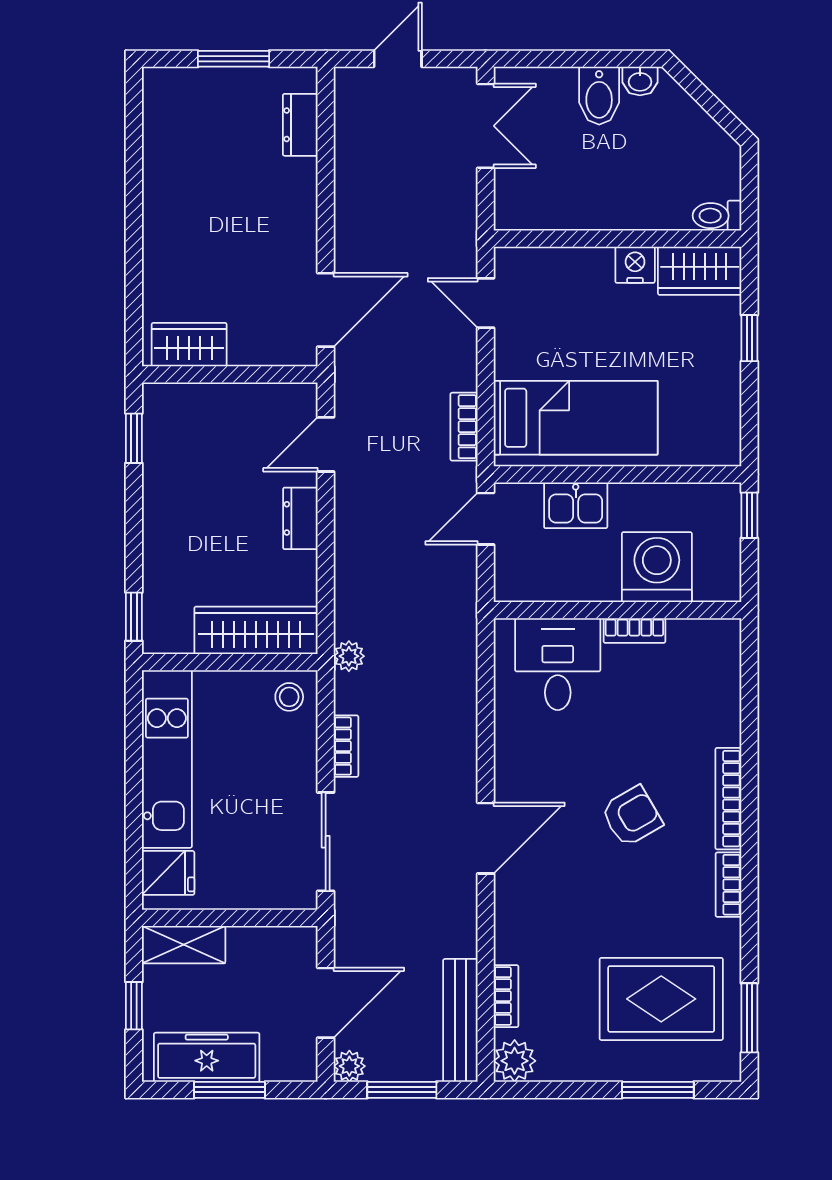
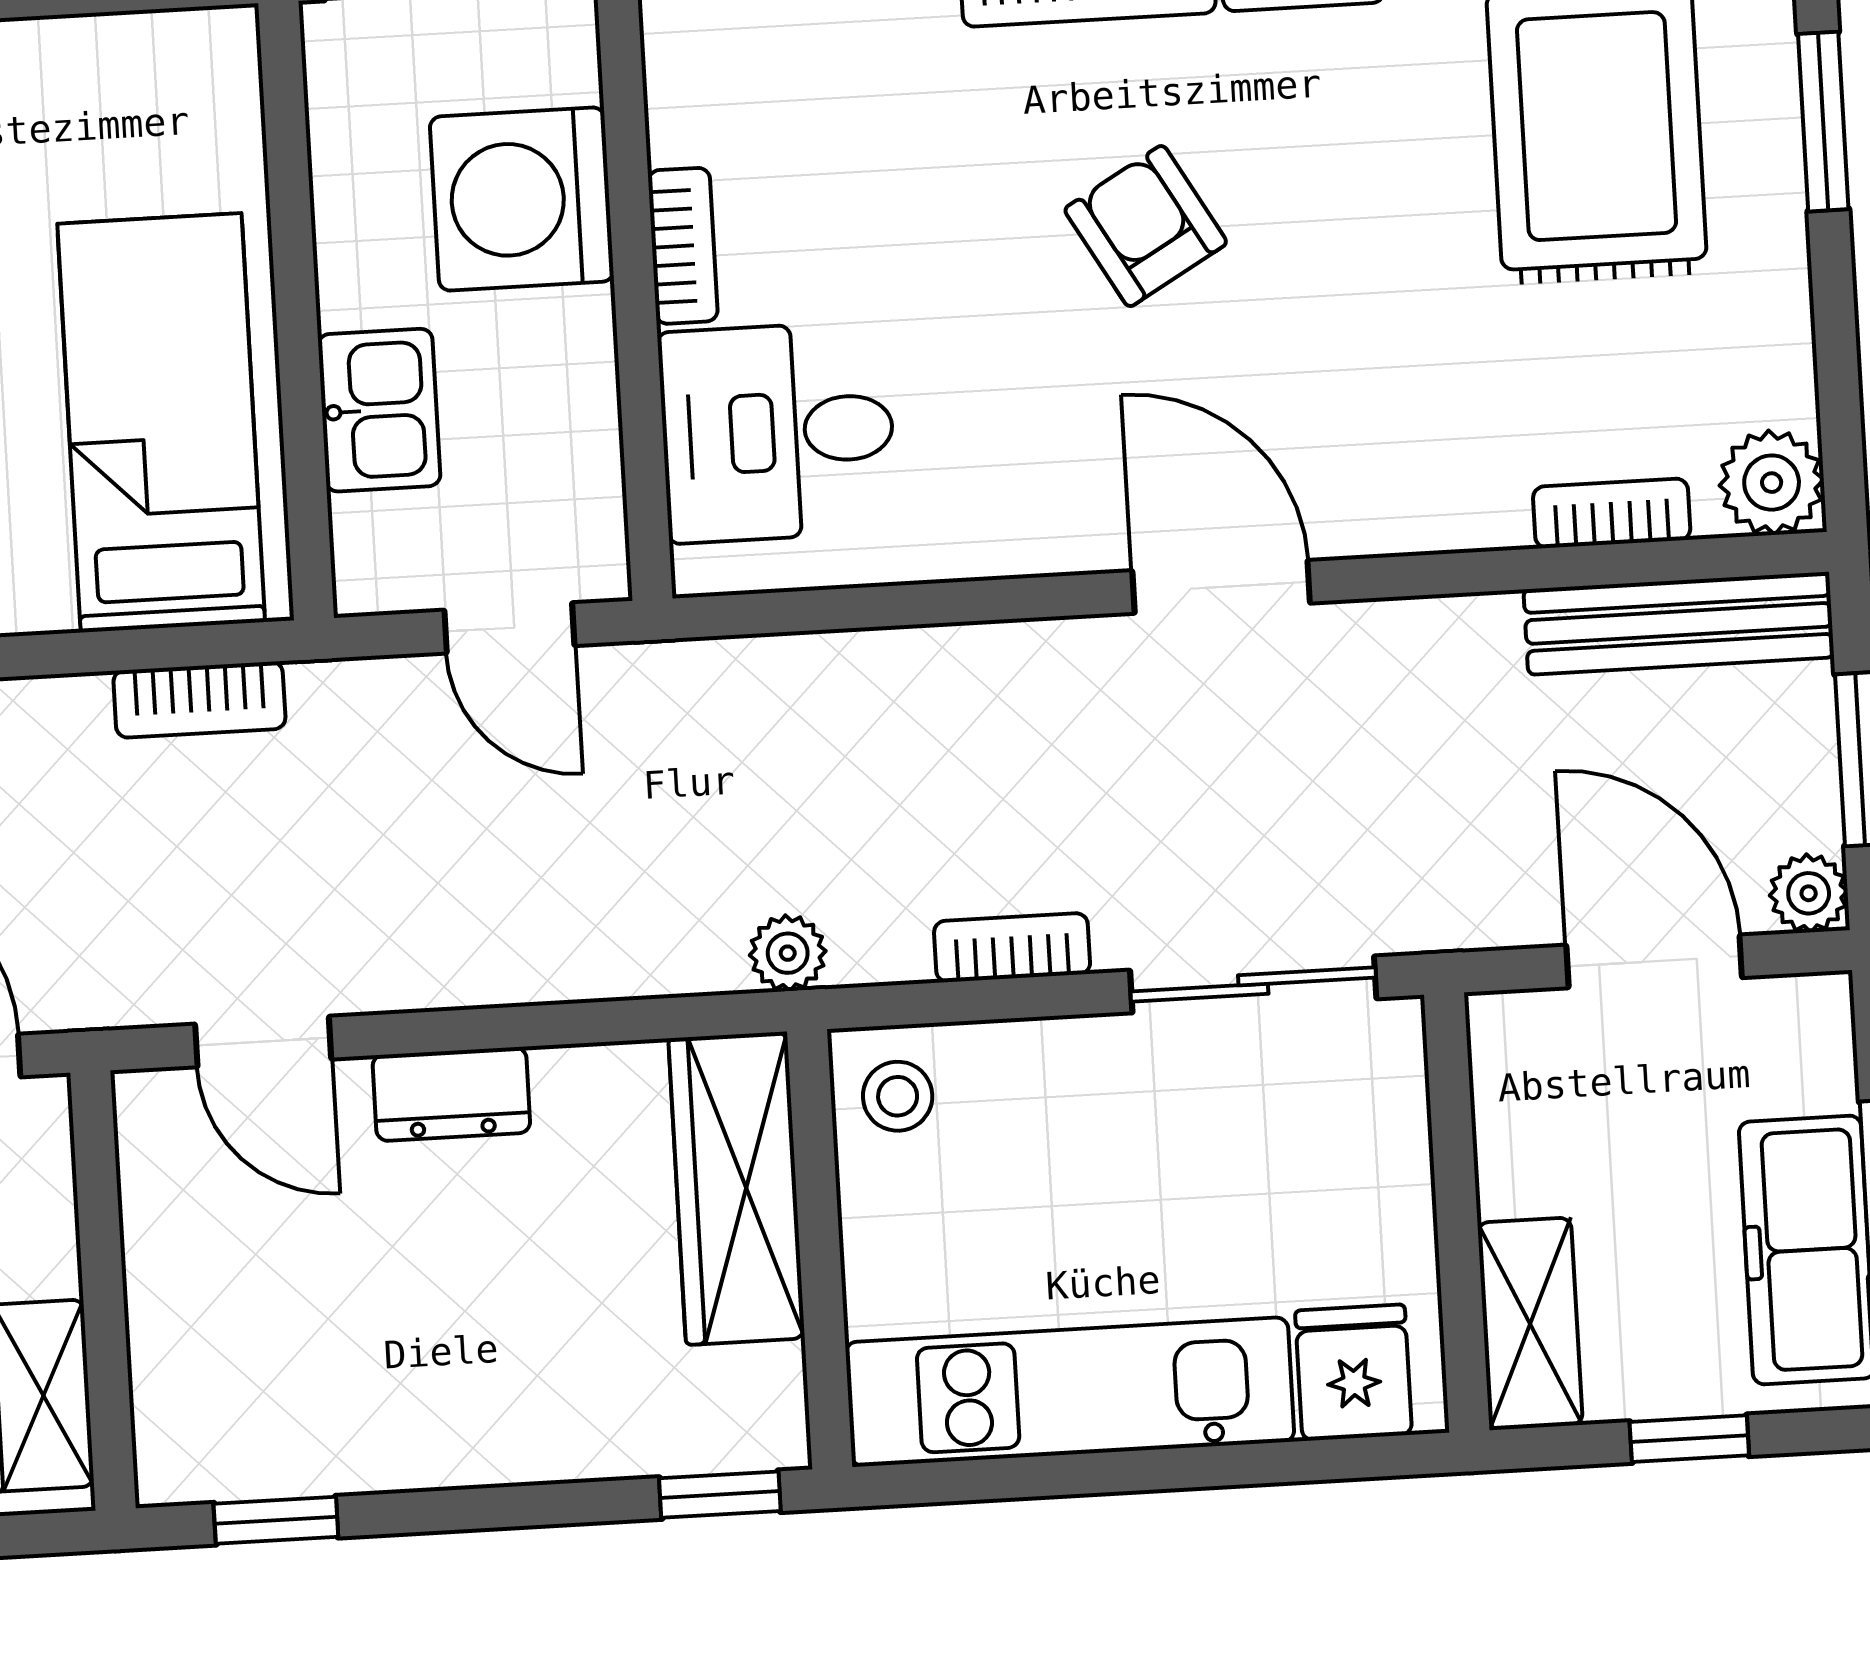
door: (486, 519) -> (509, 628), moved

